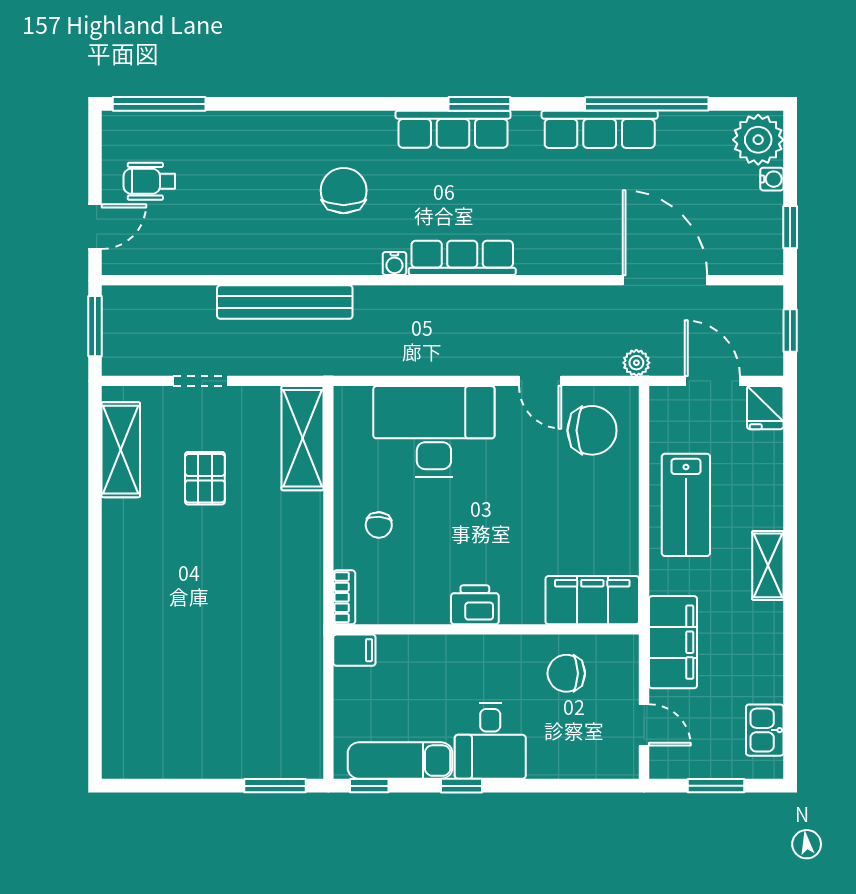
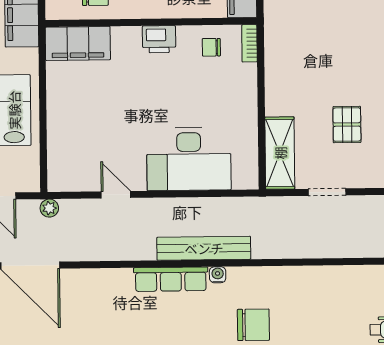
chair: (344, 191) -> (253, 325), turned -90
bench: (285, 302) -> (204, 248), moved
doorway: (200, 381) -> (327, 192), moved
chair: (592, 430) -> (79, 161), removed
chair: (379, 525) -> (211, 47), moved, turned -94

